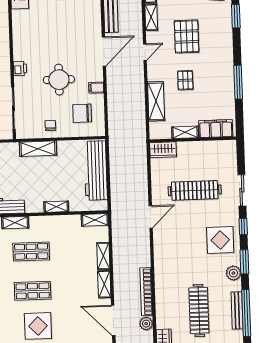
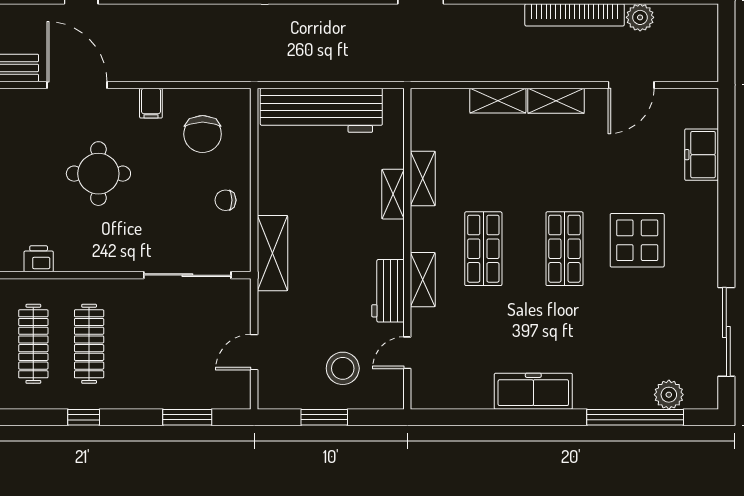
printer: (20, 68) -> (39, 259), moved
round table: (59, 80) -> (98, 174), moved
shelving: (38, 149) -> (272, 253), moved
shelving: (95, 220) -> (423, 178), moved
door: (113, 320) -> (631, 85), width x0.73

